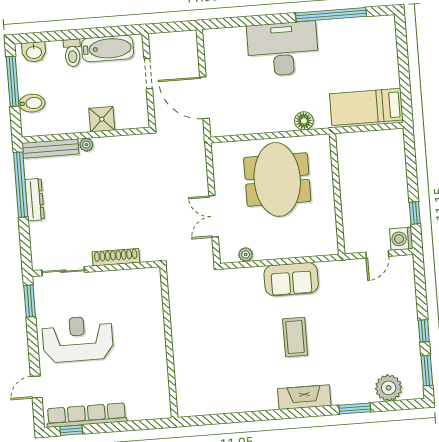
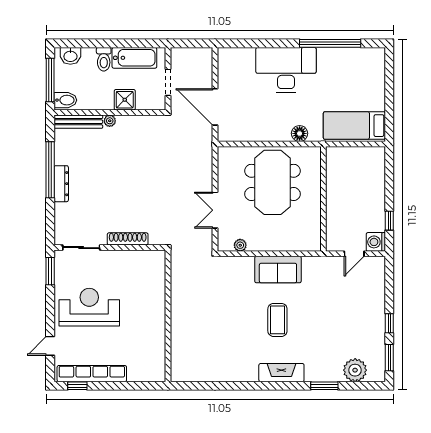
shower: (102, 119) -> (125, 100), moved
wall: (86, 135) -> (110, 113), moved
plant: (86, 145) -> (110, 121), moved
bench: (50, 148) -> (78, 122), moved

